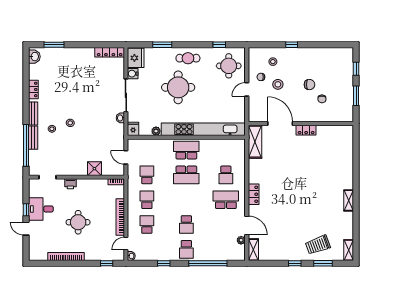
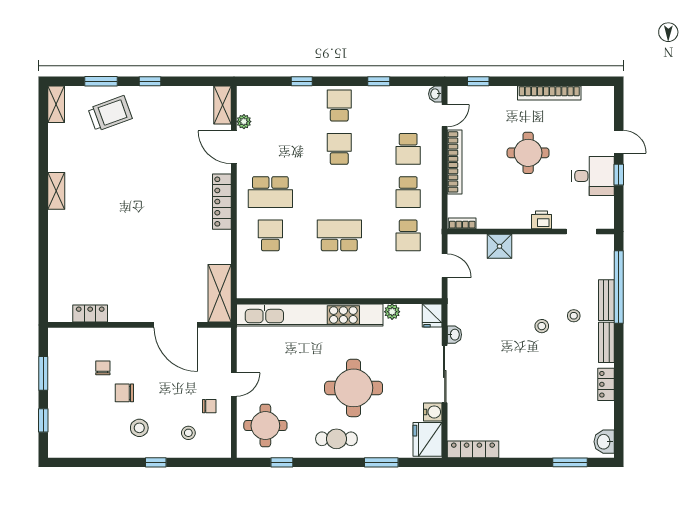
stool: (278, 84) -> (139, 428), moved
locker: (306, 130) -> (90, 314), moved
school desk: (186, 150) -> (339, 279), removed
locker: (254, 194) -> (222, 202), width x1.53
window: (208, 263) -> (302, 81), width x0.32

